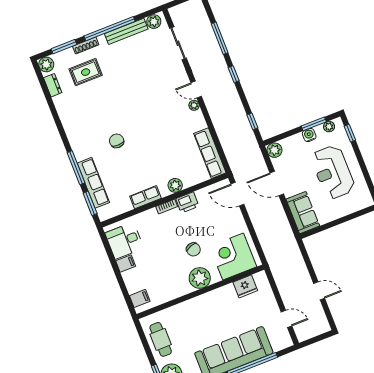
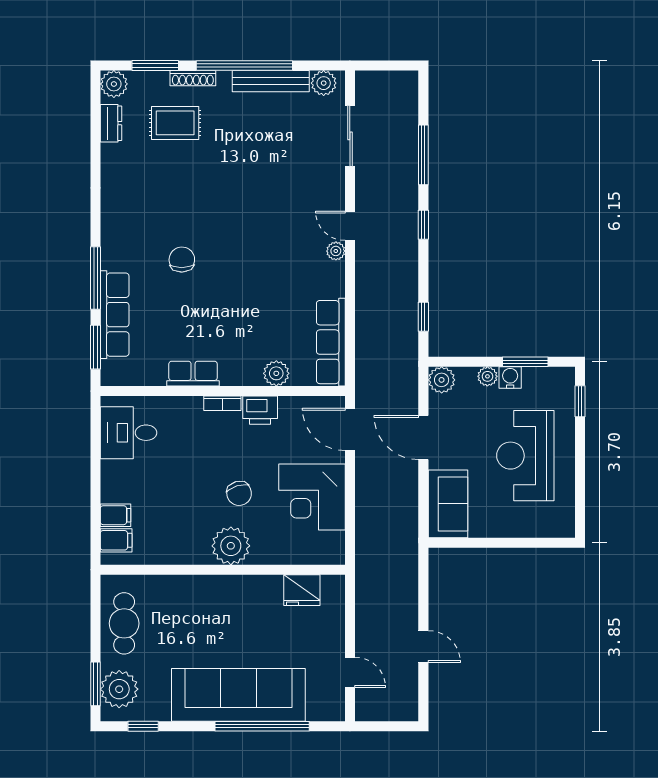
plant: (329, 127) -> (487, 376), moved
plant: (175, 185) -> (276, 373), moved
corner desk: (233, 256) -> (312, 497), moved, turned -90
filing cabinet: (126, 264) -> (116, 515), moved

